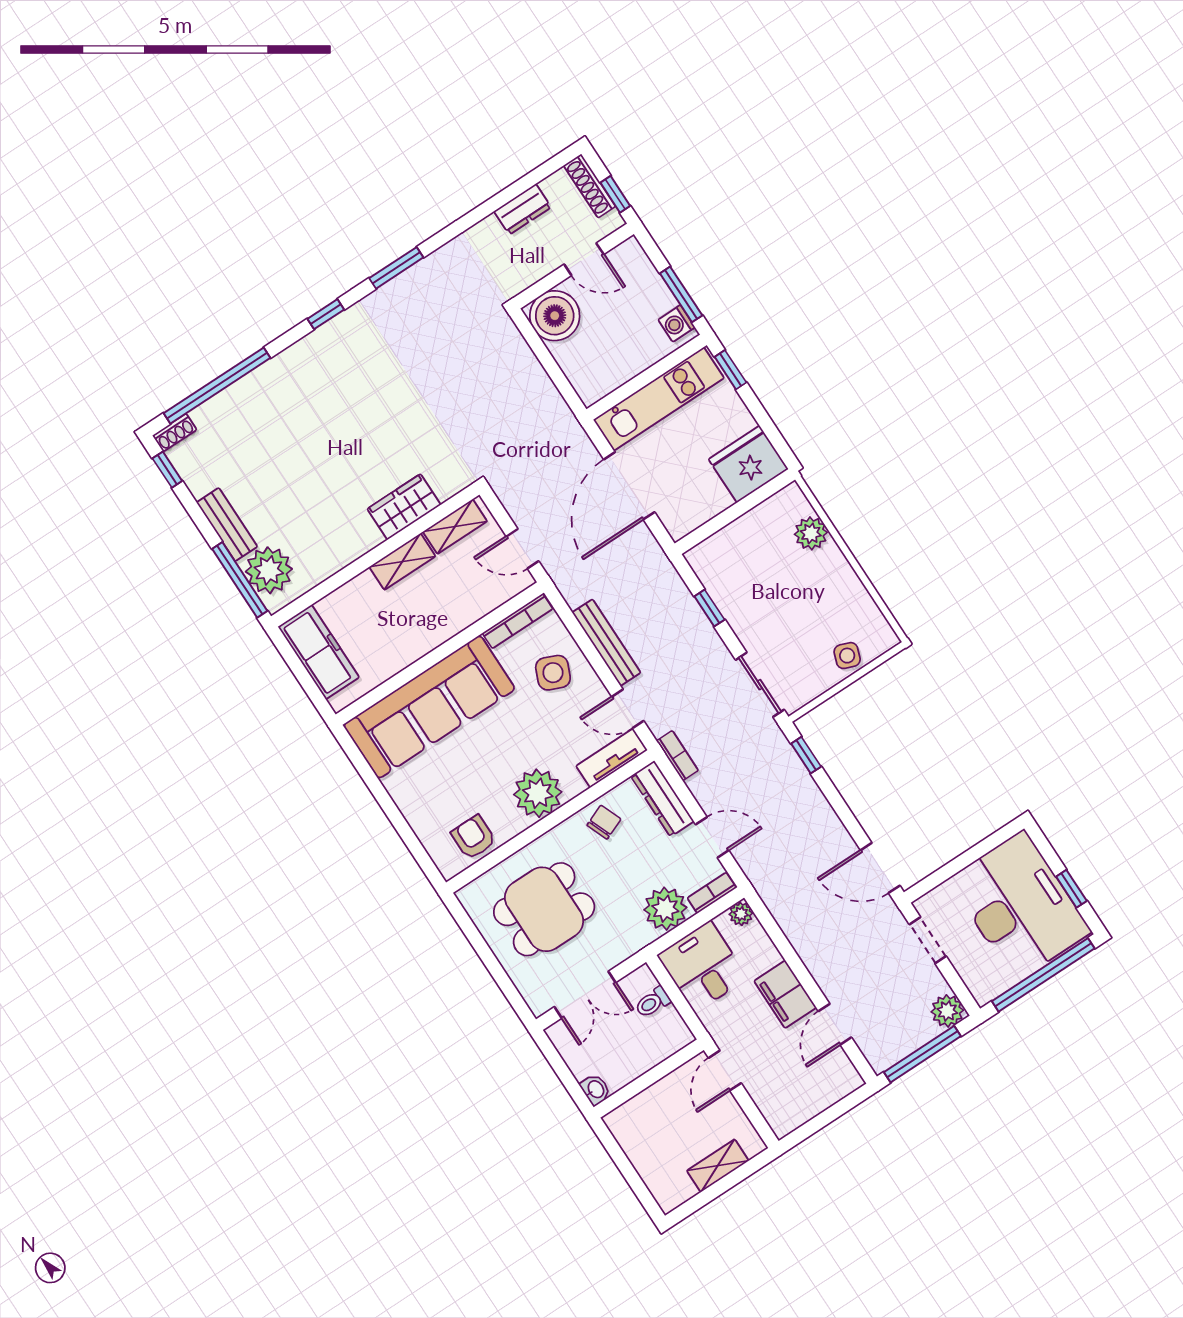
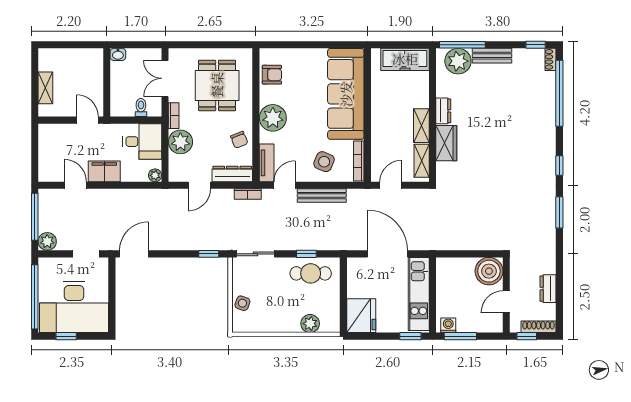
dresser: (358, 543) -> (443, 111), added
cafe table: (735, 582) -> (311, 273), added
bookcase: (712, 893) -> (174, 116), moved

